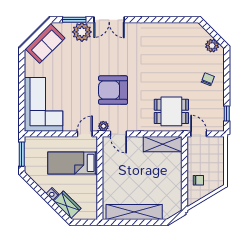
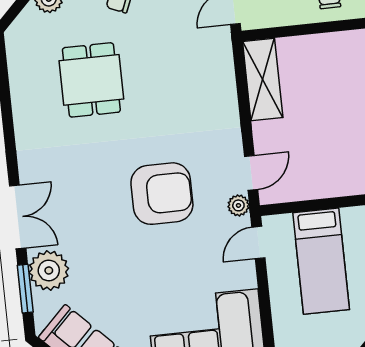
armchair: (113, 90) -> (162, 194), turned -90
dining table: (171, 111) -> (91, 80), moved
door: (85, 134) -> (258, 243), hinge flipped

